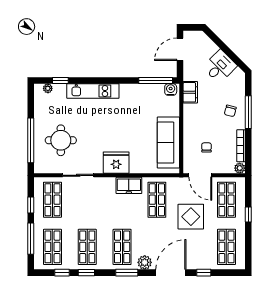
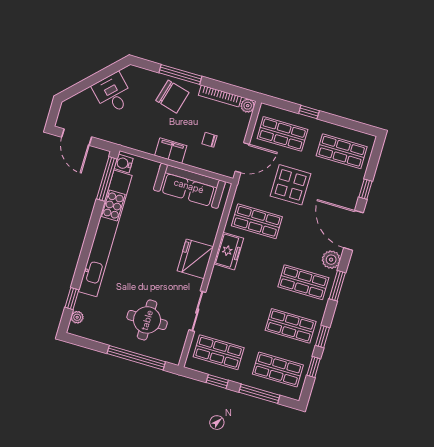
kitchen unit: (93, 91) -> (105, 233), width x1.86
filing cabinet: (190, 92) -> (171, 151), moved
chair: (230, 111) -> (172, 97), width x1.87, depth x1.87

